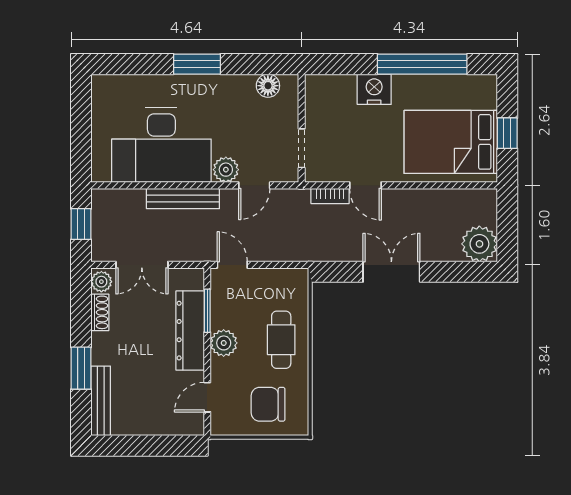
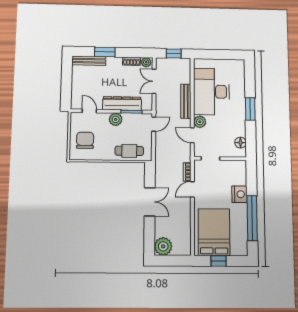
cafe table: (281, 340) -> (129, 151), moved

